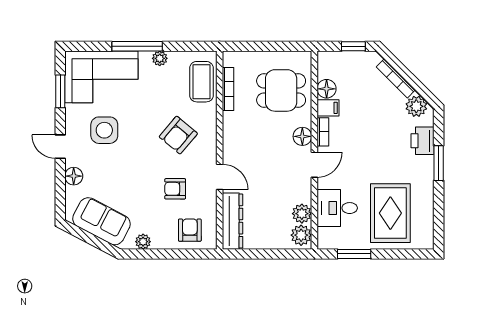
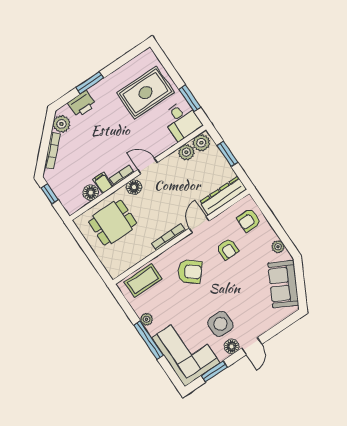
bookcase: (228, 89) -> (168, 237), moved
dining table: (281, 90) -> (113, 223), turned 90
floor lamp: (74, 176) -> (232, 346), moved
desk: (337, 208) -> (182, 120), moved
window: (272, 254) -> (227, 154), added

